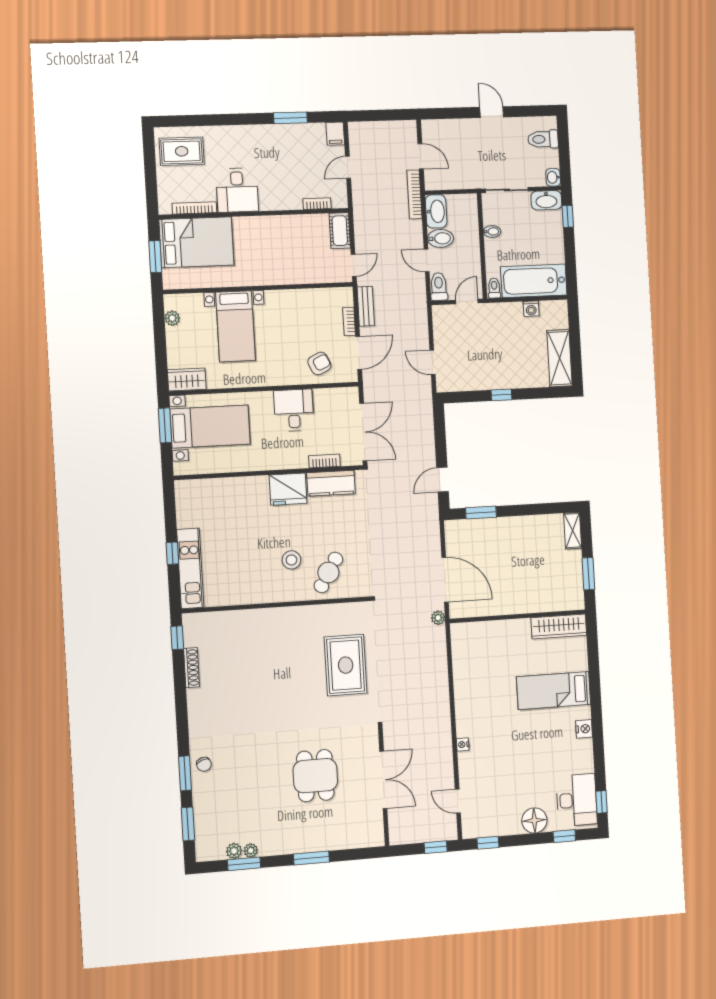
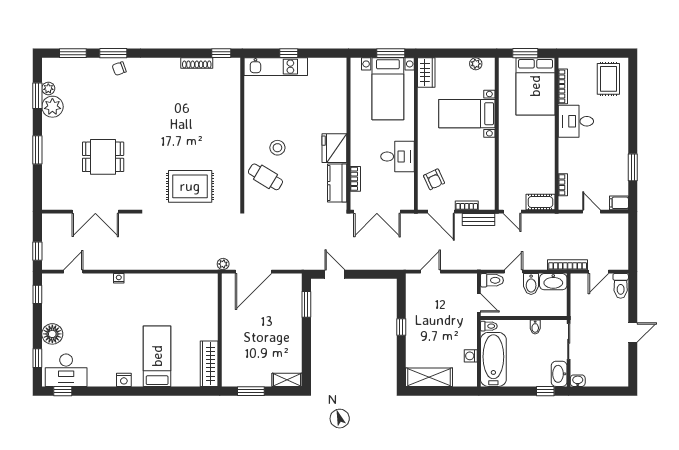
toilet: (543, 139) -> (621, 286), moved, turned 180
plant: (251, 850) -> (52, 107), width x1.87, depth x1.87

